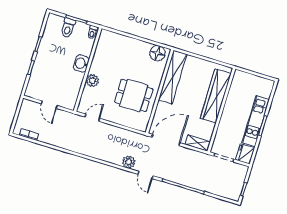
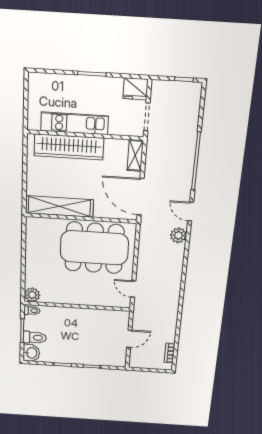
floor lamp: (157, 53) -> (35, 231), removed
washbasin: (81, 64) -> (31, 353), moved, turned -90
plant: (92, 81) -> (32, 295), moved
dining table: (134, 95) -> (94, 248), width x1.88, depth x1.24
kitchen unit: (256, 121) -> (75, 123), moved, turned 180
door: (145, 175) -> (191, 212), swing flipped

